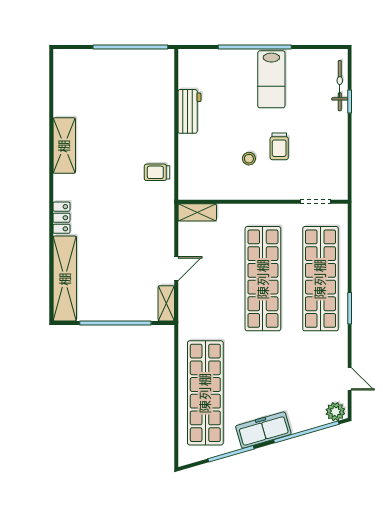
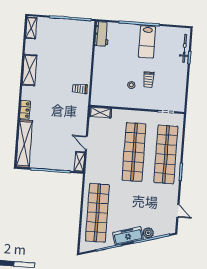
shelving: (62, 70) -> (31, 28), added
workbench: (189, 111) -> (102, 34), moved
door: (176, 269) -> (86, 143), swing flipped
plant: (335, 412) -> (148, 233), moved

